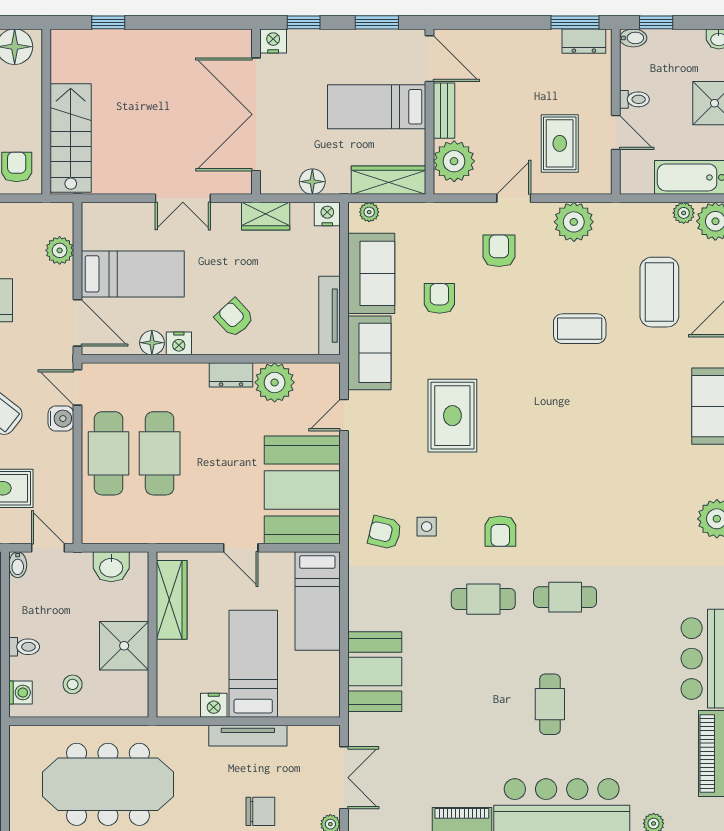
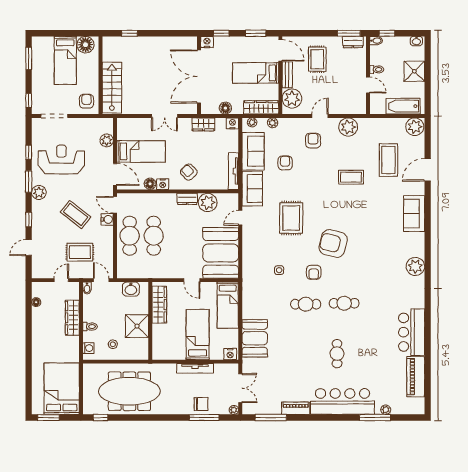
rug: (560, 143) -> (317, 59), moved
plant: (684, 213) -> (273, 123), moved
armchair: (385, 533) -> (333, 243), moved, width x1.88, depth x1.88
nightstand: (214, 705) -> (230, 354), moved

